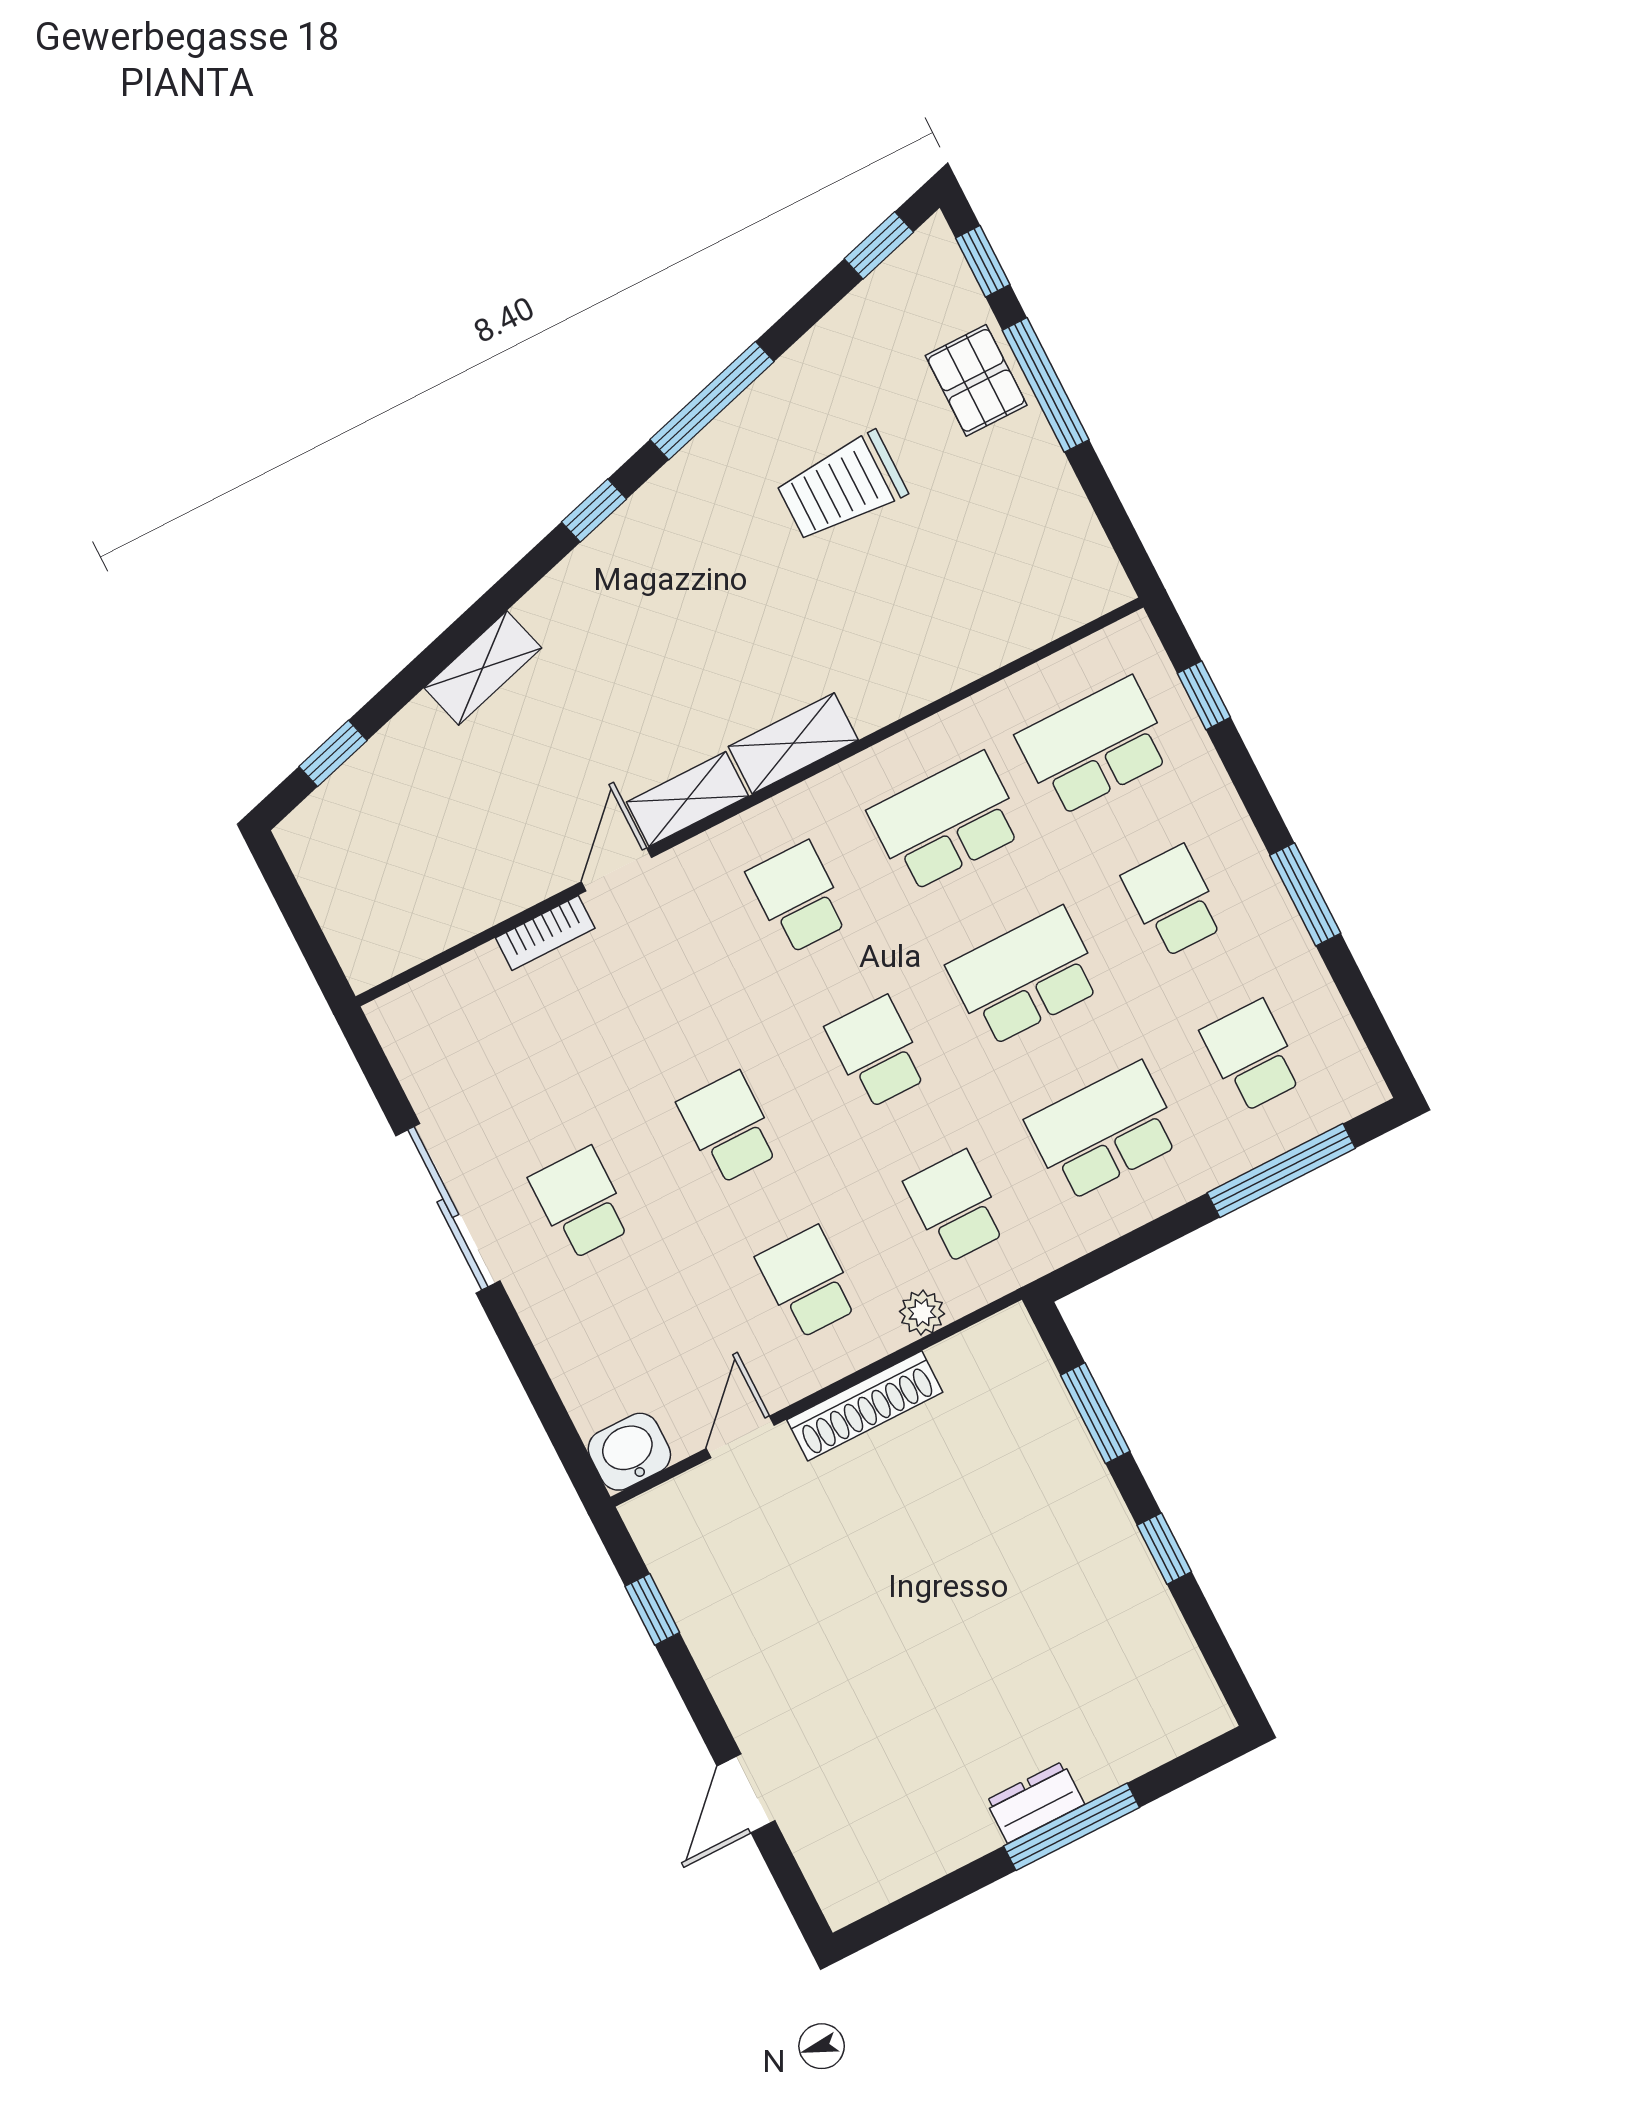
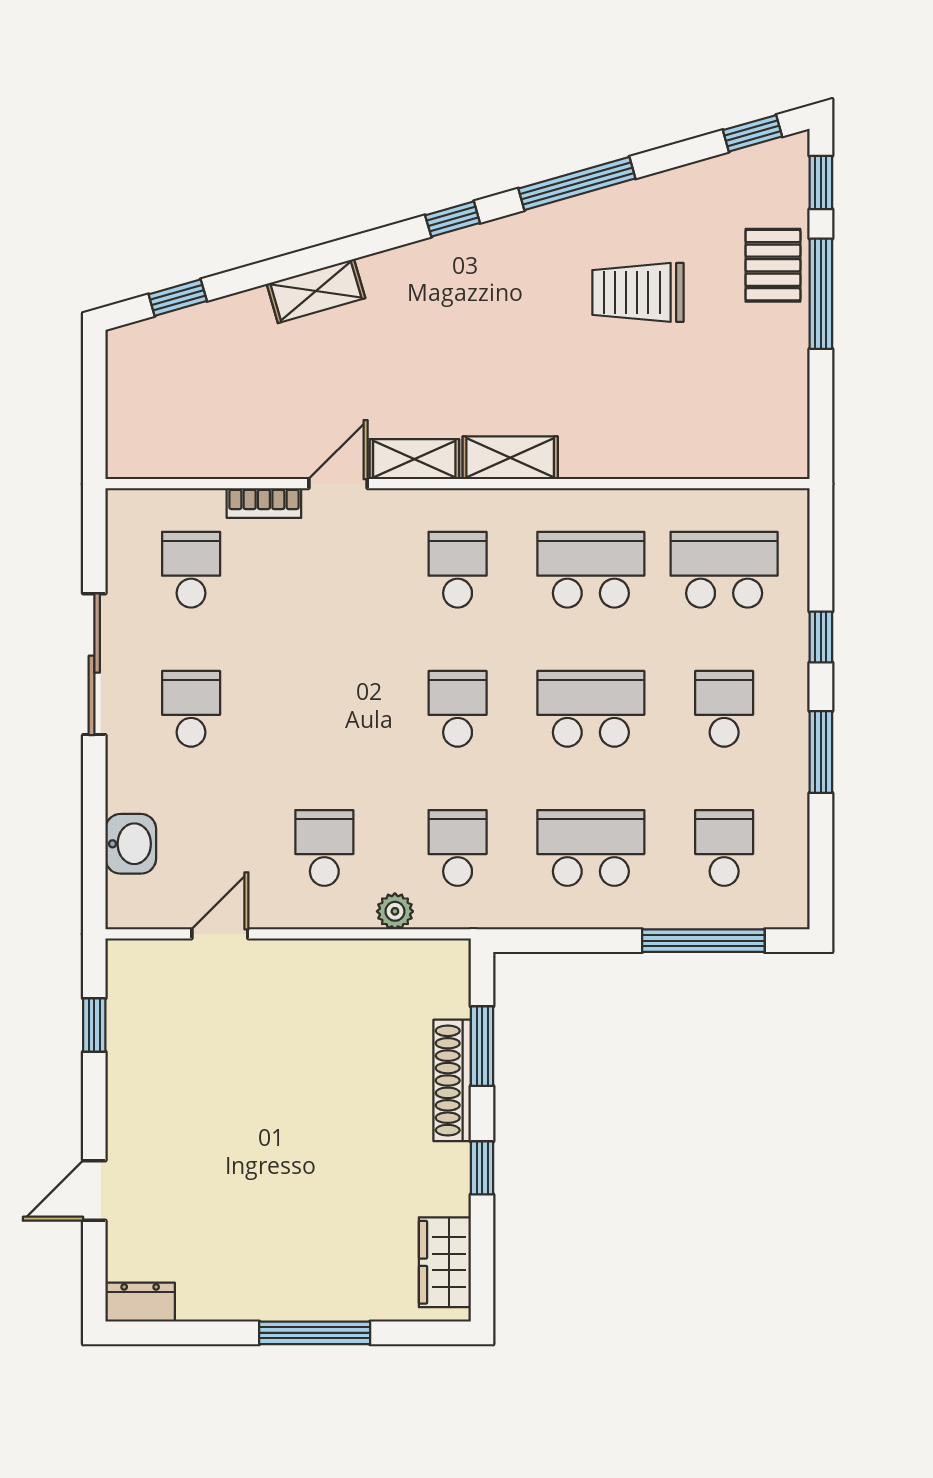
window: (1204, 695) -> (821, 637), moved
school desk: (729, 1128) -> (191, 570), moved
shoe rack: (865, 1406) -> (452, 1080), moved, turned 90
washbasin: (629, 1452) -> (131, 844), moved, turned 90
wardrobe: (1176, 1674) -> (445, 1262), added
dresser: (1035, 1802) -> (140, 1302), moved

